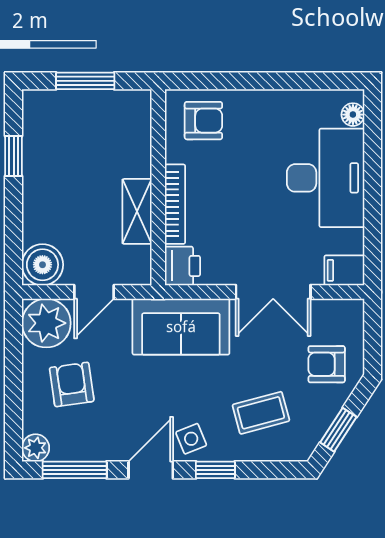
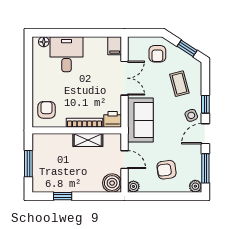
desk: (326, 178) -> (66, 54), width x0.73
plant: (46, 323) -> (133, 186), width x0.53, depth x0.53
door: (151, 470) -> (205, 134), hinge flipped

